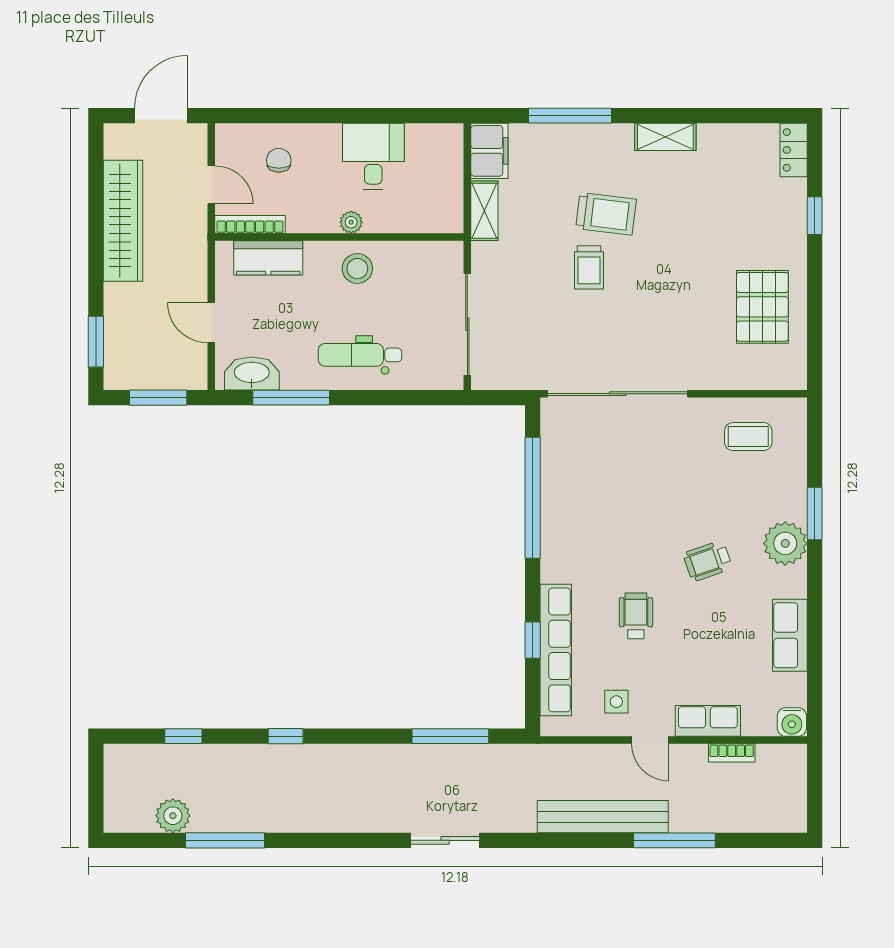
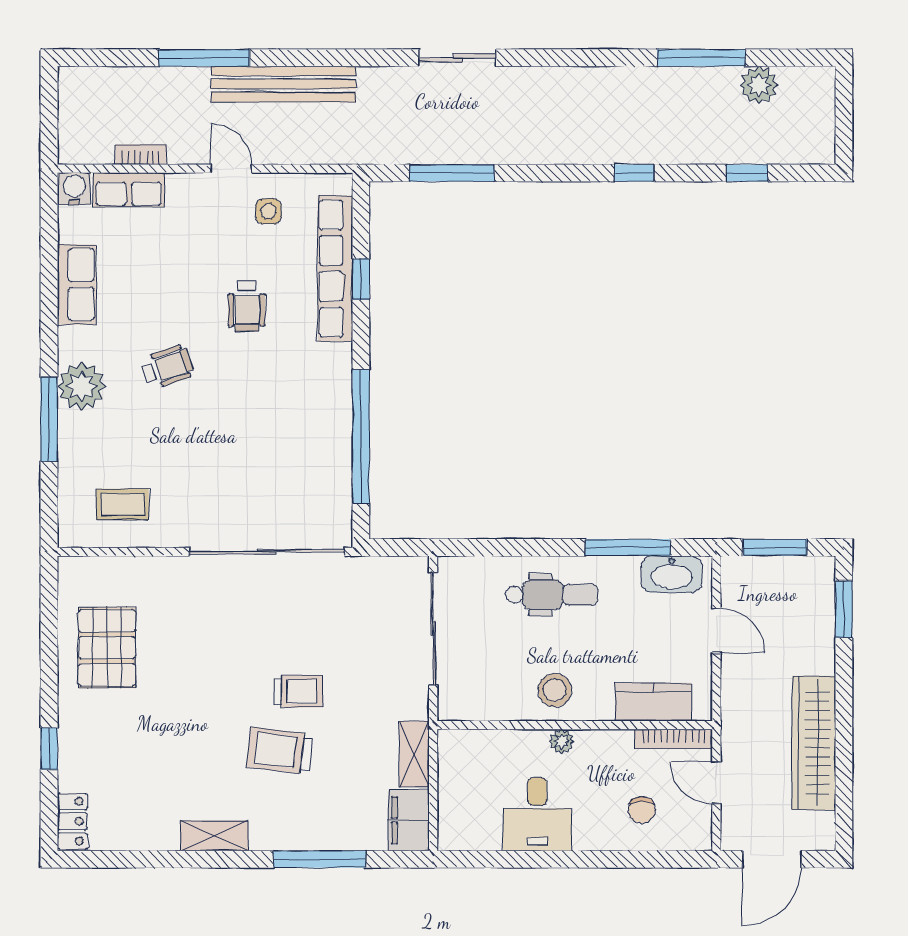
trolley: (589, 267) -> (299, 691), turned 90
window: (815, 514) -> (49, 419), width x1.44
row of seats: (708, 721) -> (129, 190), moved

